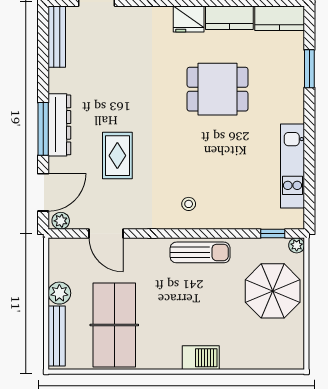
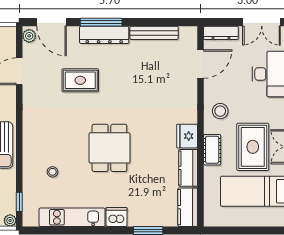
bench: (57, 37) -> (154, 33), moved
dining table: (218, 89) -> (109, 148), moved
dishwasher: (292, 109) -> (117, 217), added
stool: (189, 204) -> (52, 172), moved

